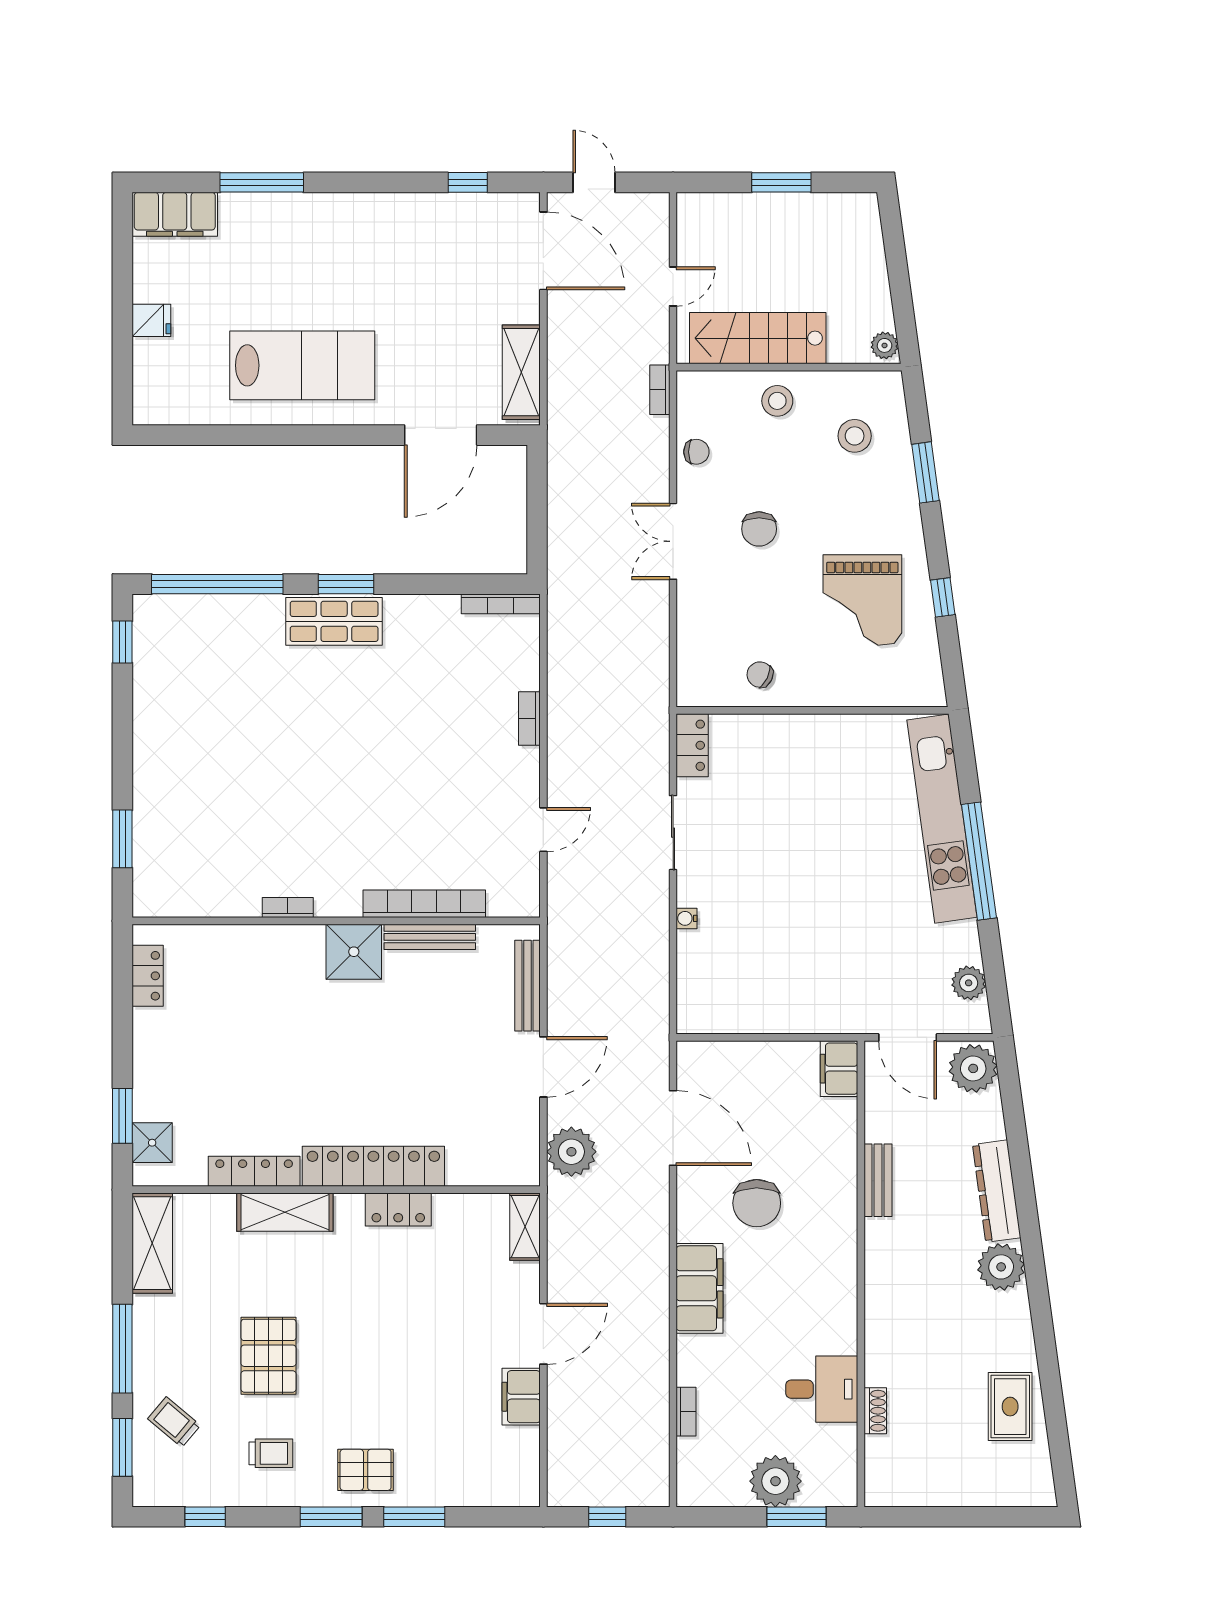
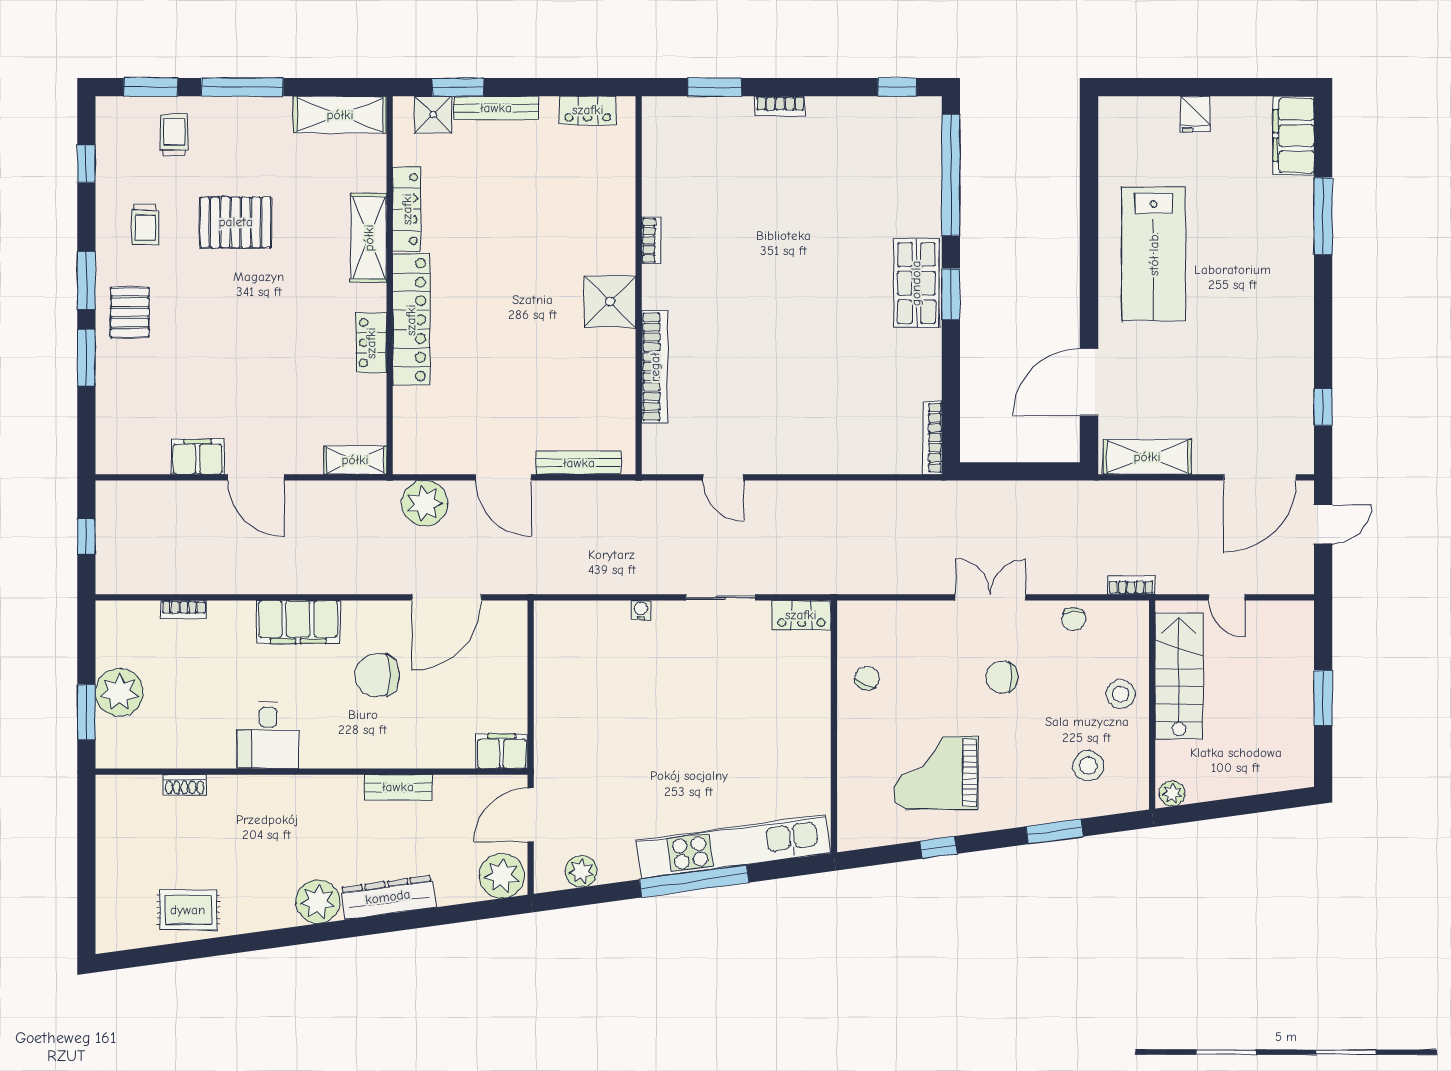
door: (441, 435) -> (1089, 382), hinge flipped
bookcase: (529, 719) -> (780, 106), moved, turned 180
bench: (430, 937) -> (496, 108), moved, turned 90
desk: (822, 1389) -> (268, 735), moved
trolley: (174, 1422) -> (174, 135), turned -40

